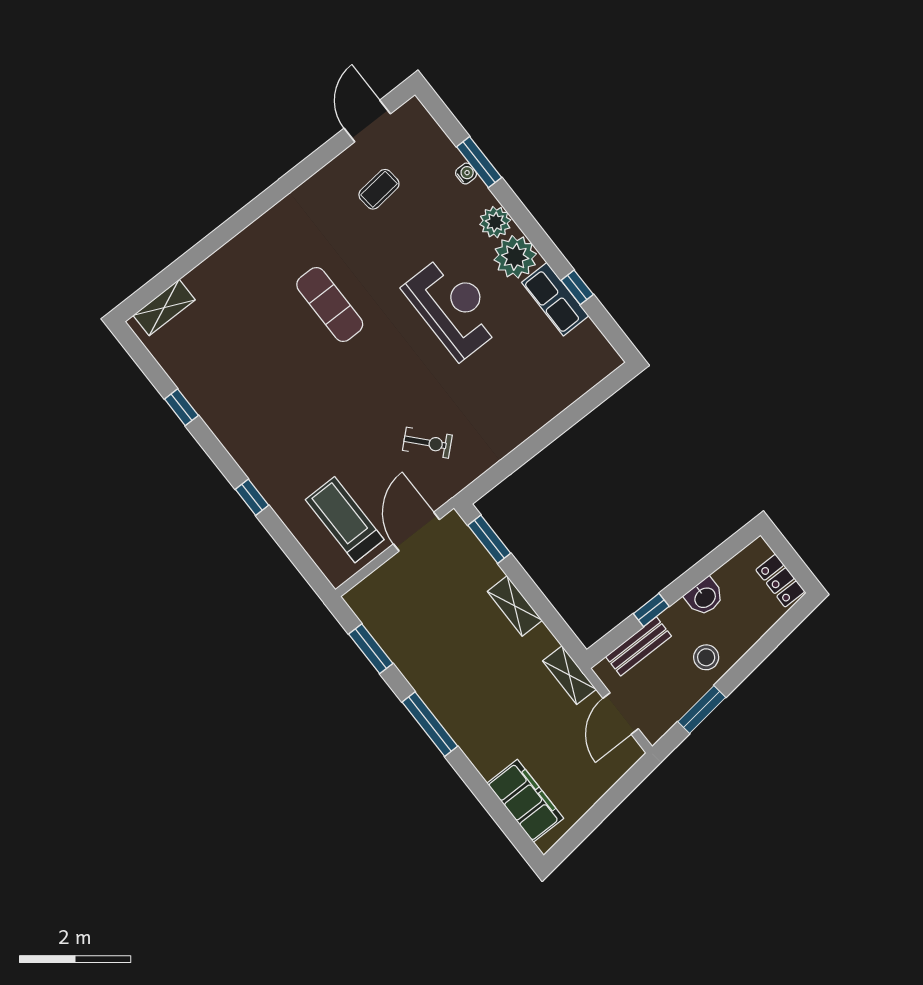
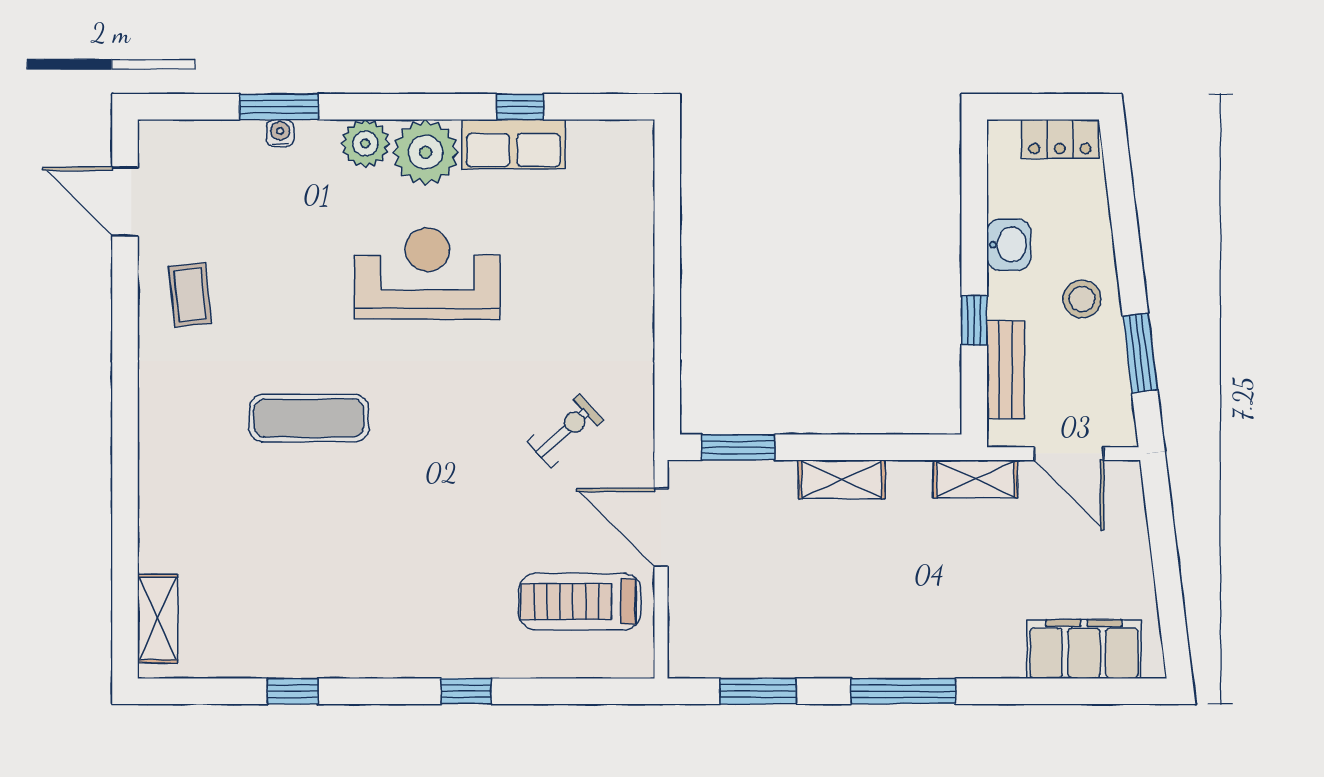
coffee table: (379, 189) -> (190, 295), moved

